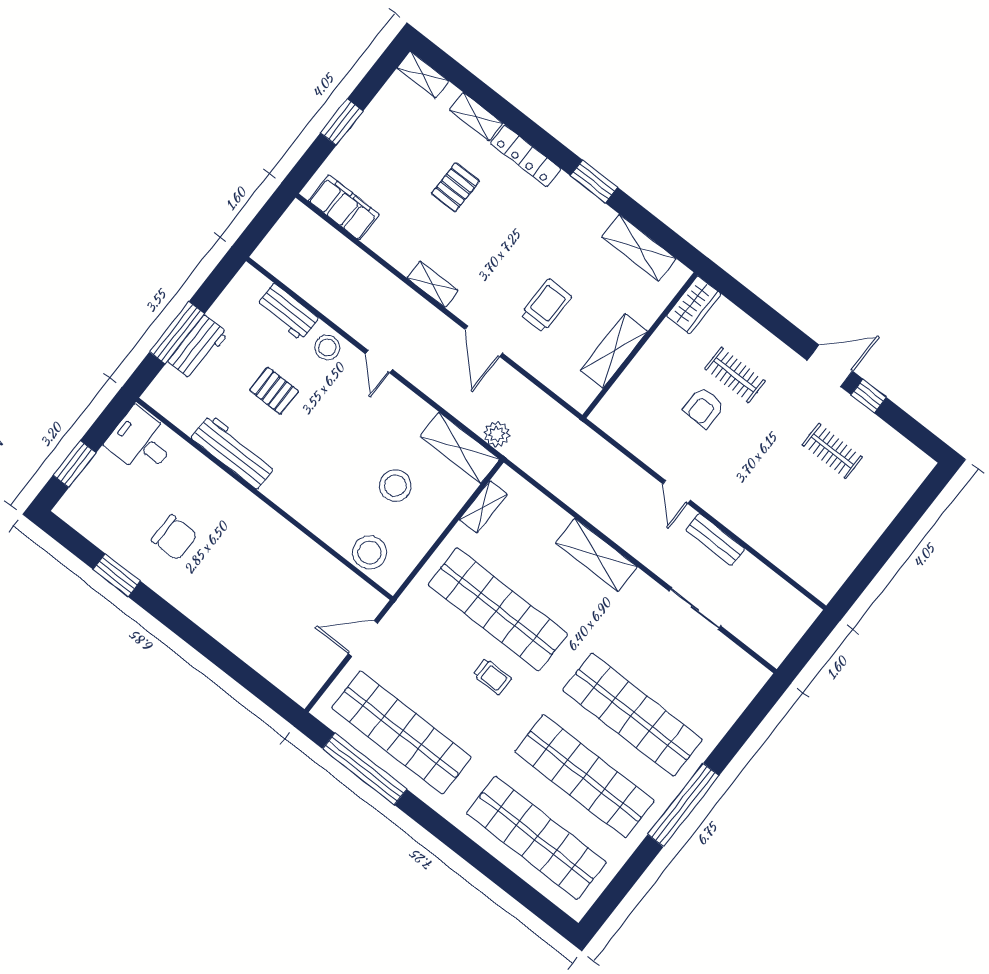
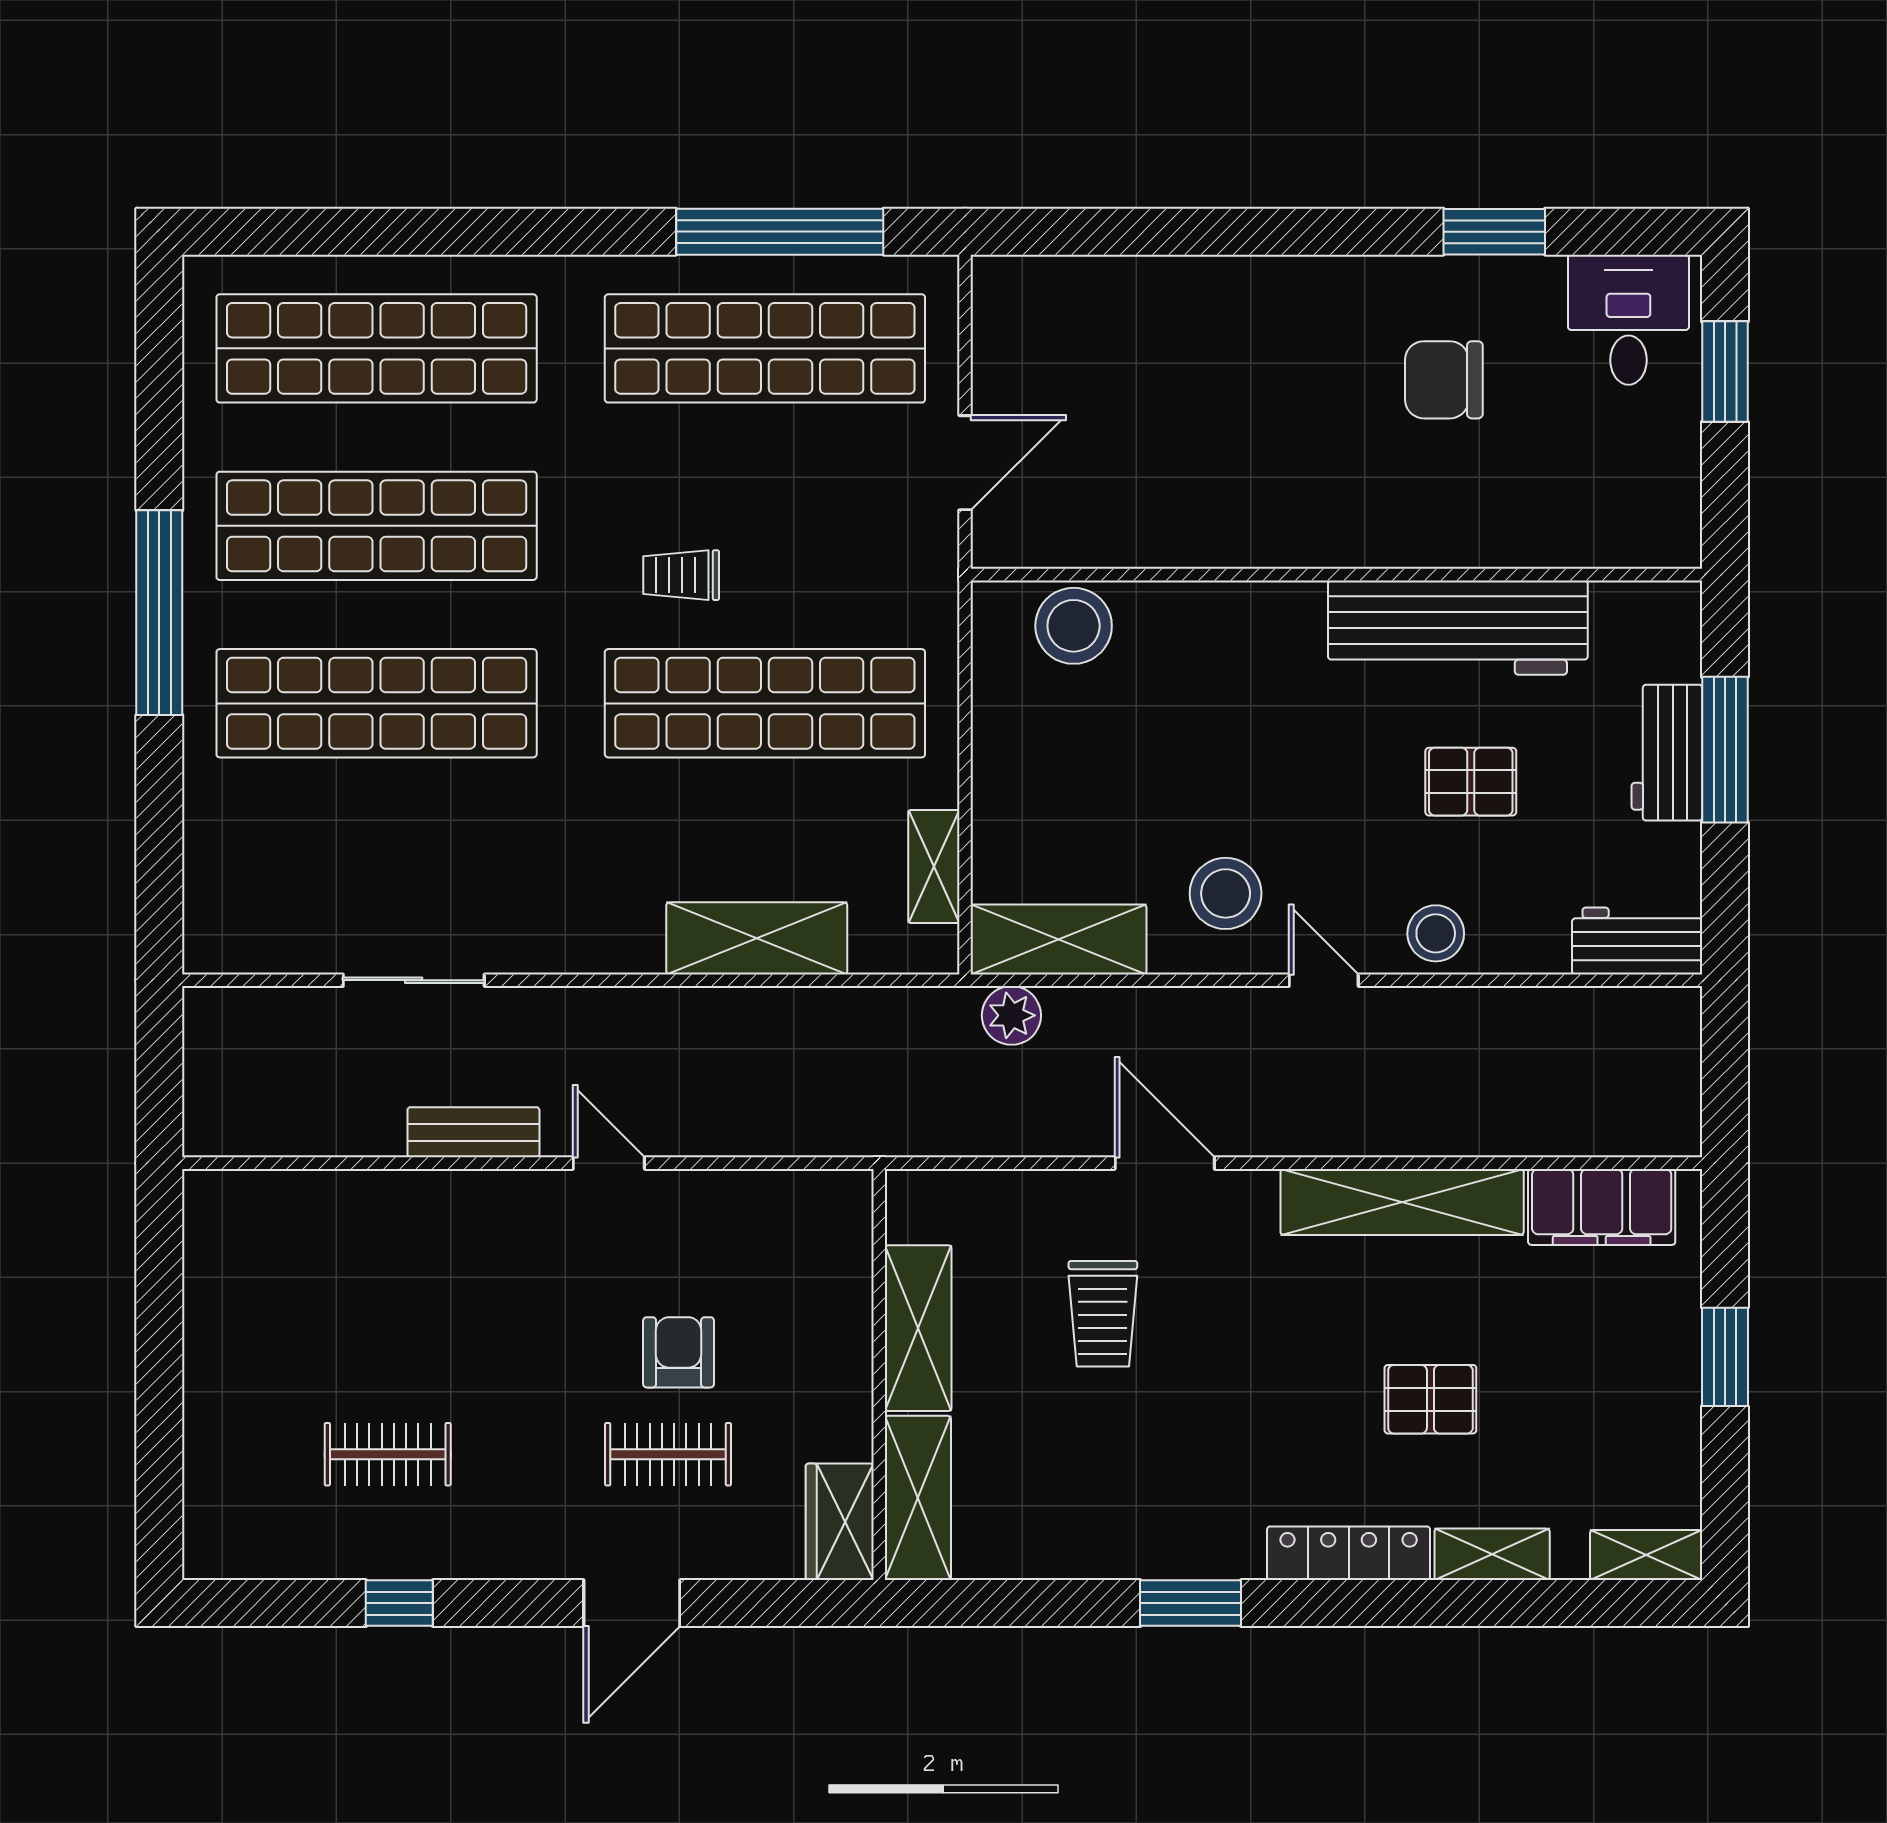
pallet: (455, 187) -> (1430, 1399), turned 90
shelving: (639, 248) -> (918, 1498), moved, turned 90
shelving: (433, 284) -> (1402, 1202), width x2.20, depth x1.33
workbench: (287, 312) -> (1637, 941), moved
door: (830, 366) -> (632, 1603), moved
desk: (141, 442) -> (1628, 320), moved, turned -90
workbench: (234, 452) -> (1458, 628), width x1.36, depth x1.32
stool: (395, 486) -> (1226, 893), moved
shelving: (596, 555) -> (757, 938), moved

